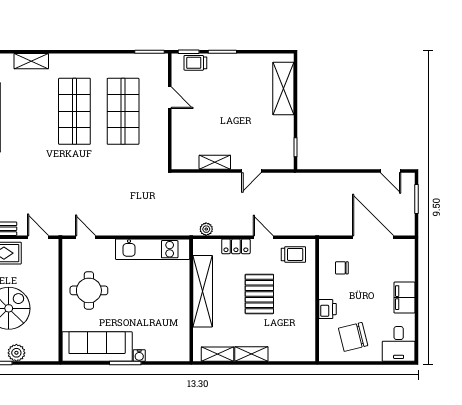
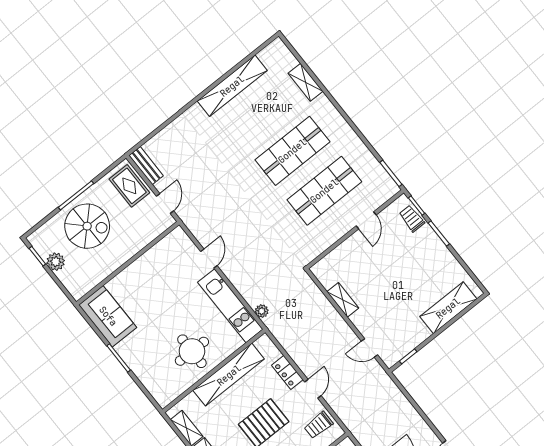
door: (251, 171) -> (370, 348), moved
plant: (206, 229) -> (262, 311), moved
door: (85, 237) -> (209, 259), moved
trolley: (293, 254) -> (319, 425), turned 90
round table: (89, 290) -> (192, 351), moved
sofa: (97, 347) -> (108, 316), width x0.73
water cooler: (139, 355) -> (134, 365), removed

